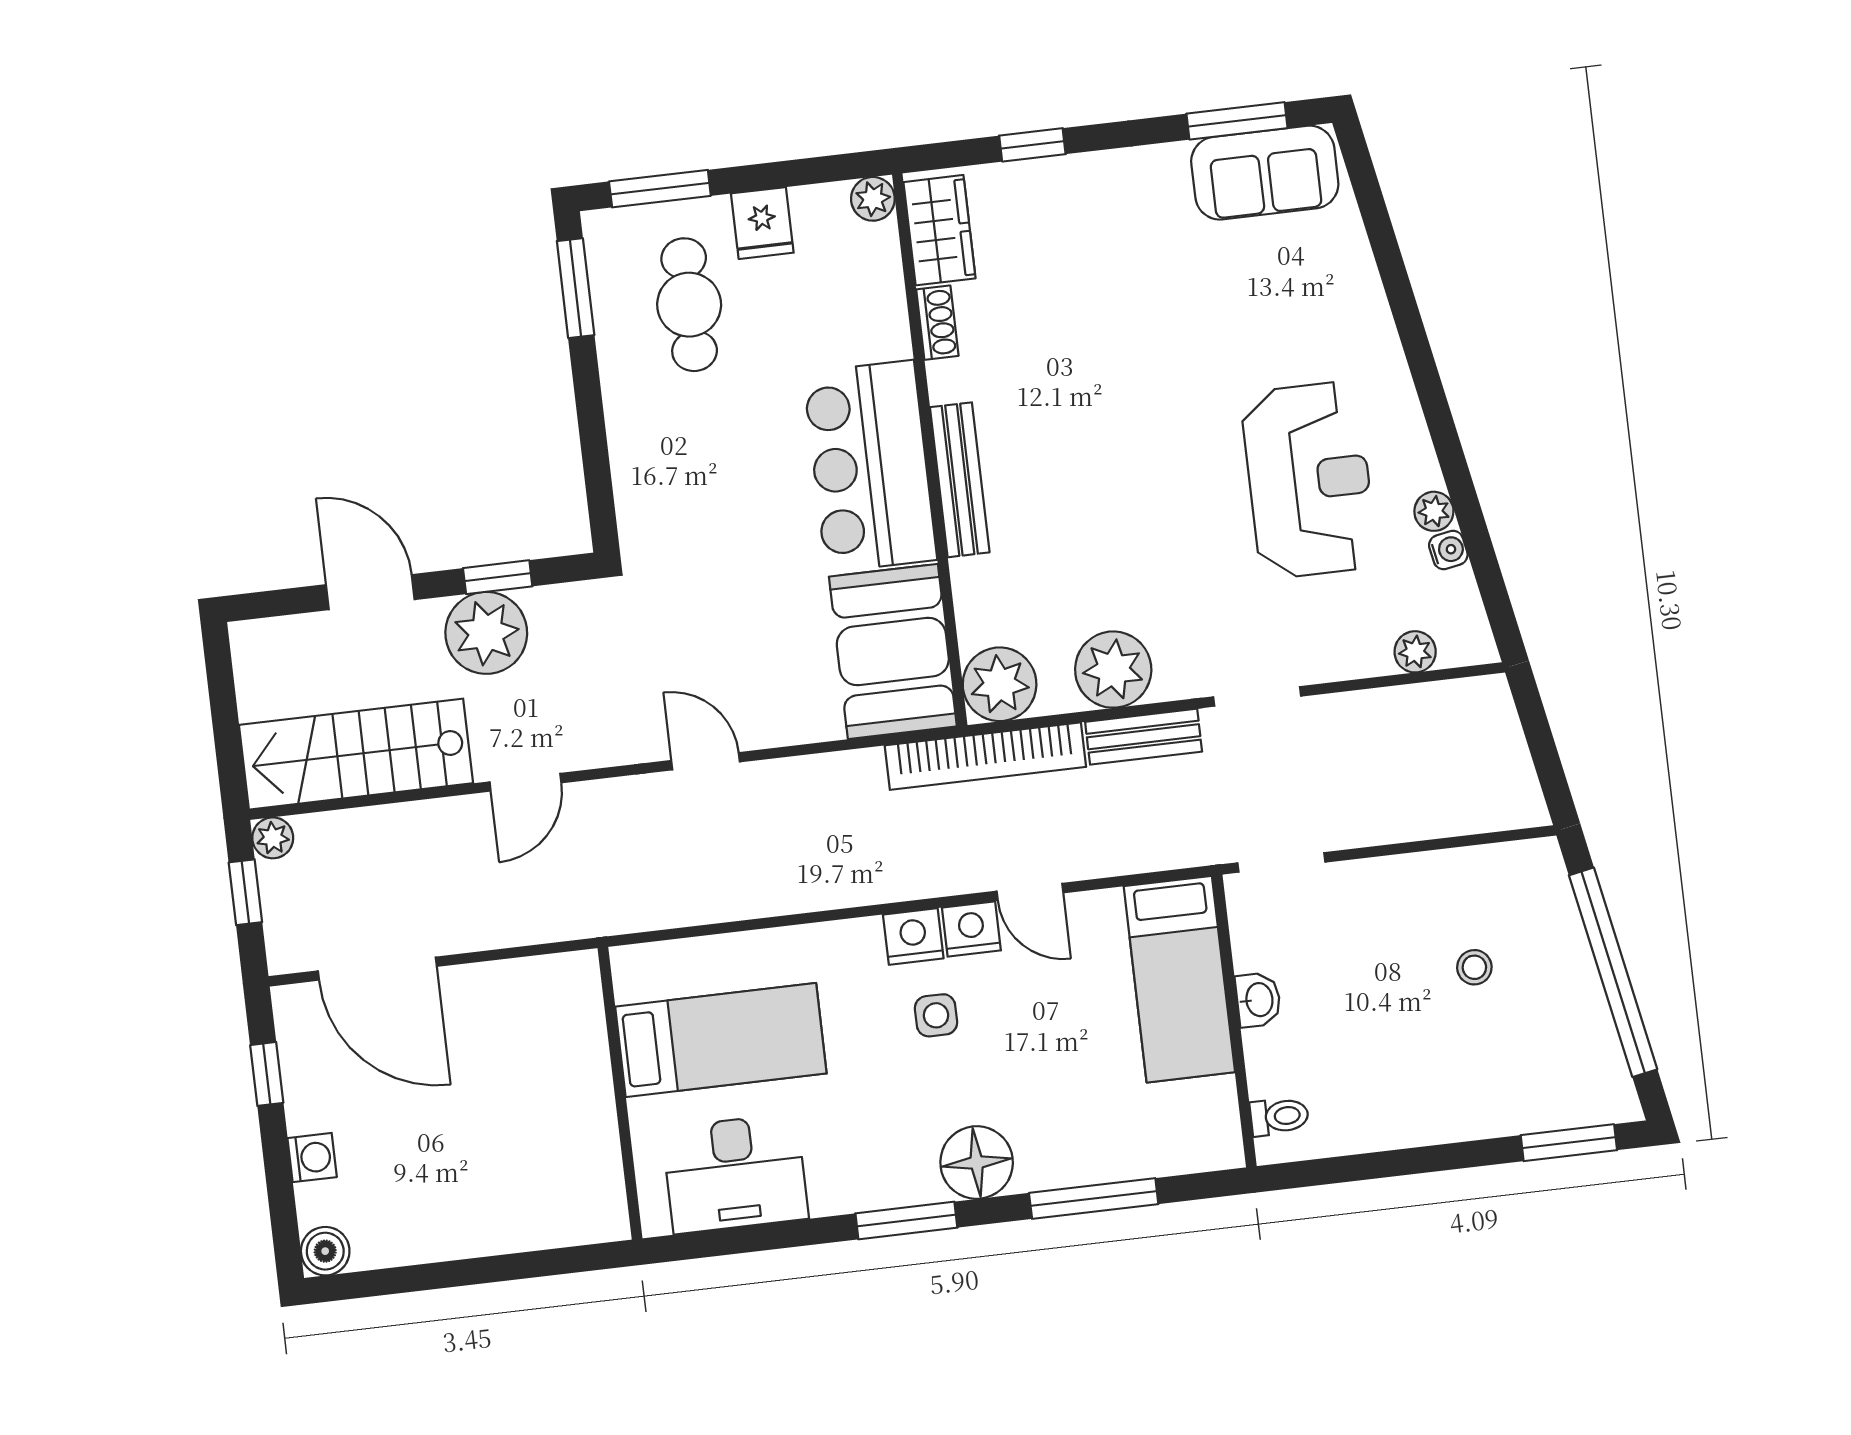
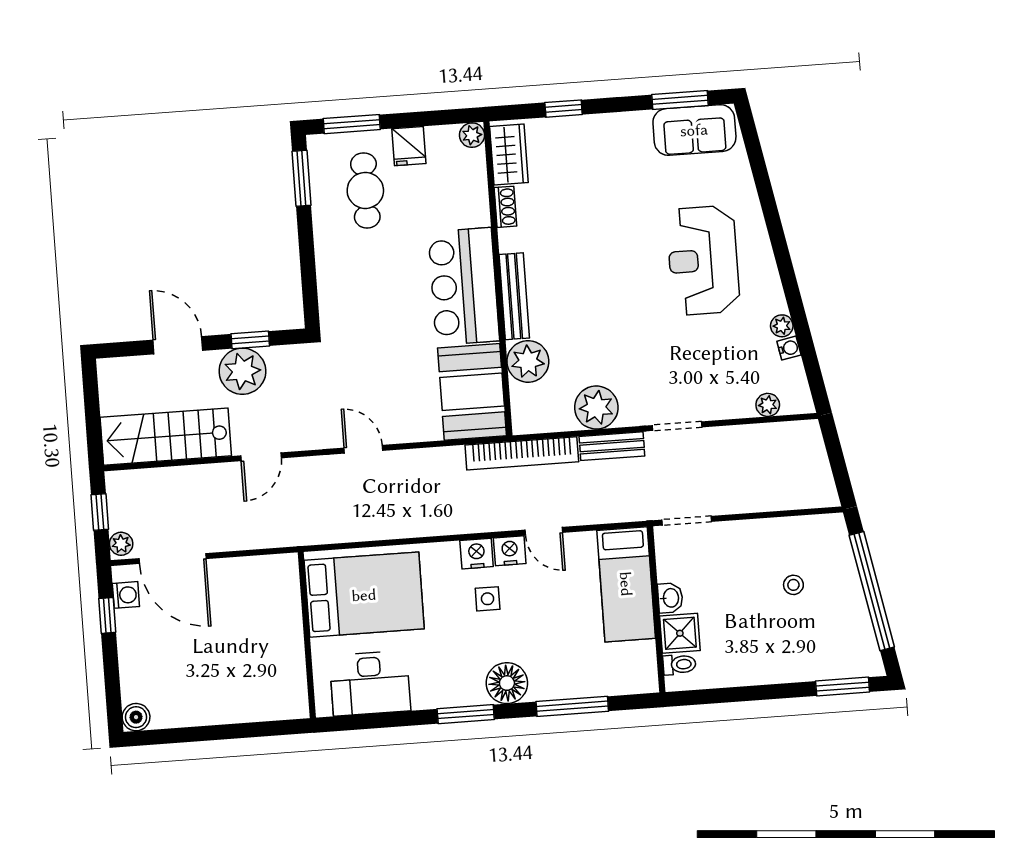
reception desk: (1309, 480) -> (703, 260), moved, turned 180
plant: (1000, 684) -> (528, 361), moved
plant: (273, 838) -> (121, 544), moved
bed: (721, 1040) -> (364, 595), width x1.50
shower: (1278, 1061) -> (680, 633), added
washing machine: (312, 1158) -> (126, 595), moved

